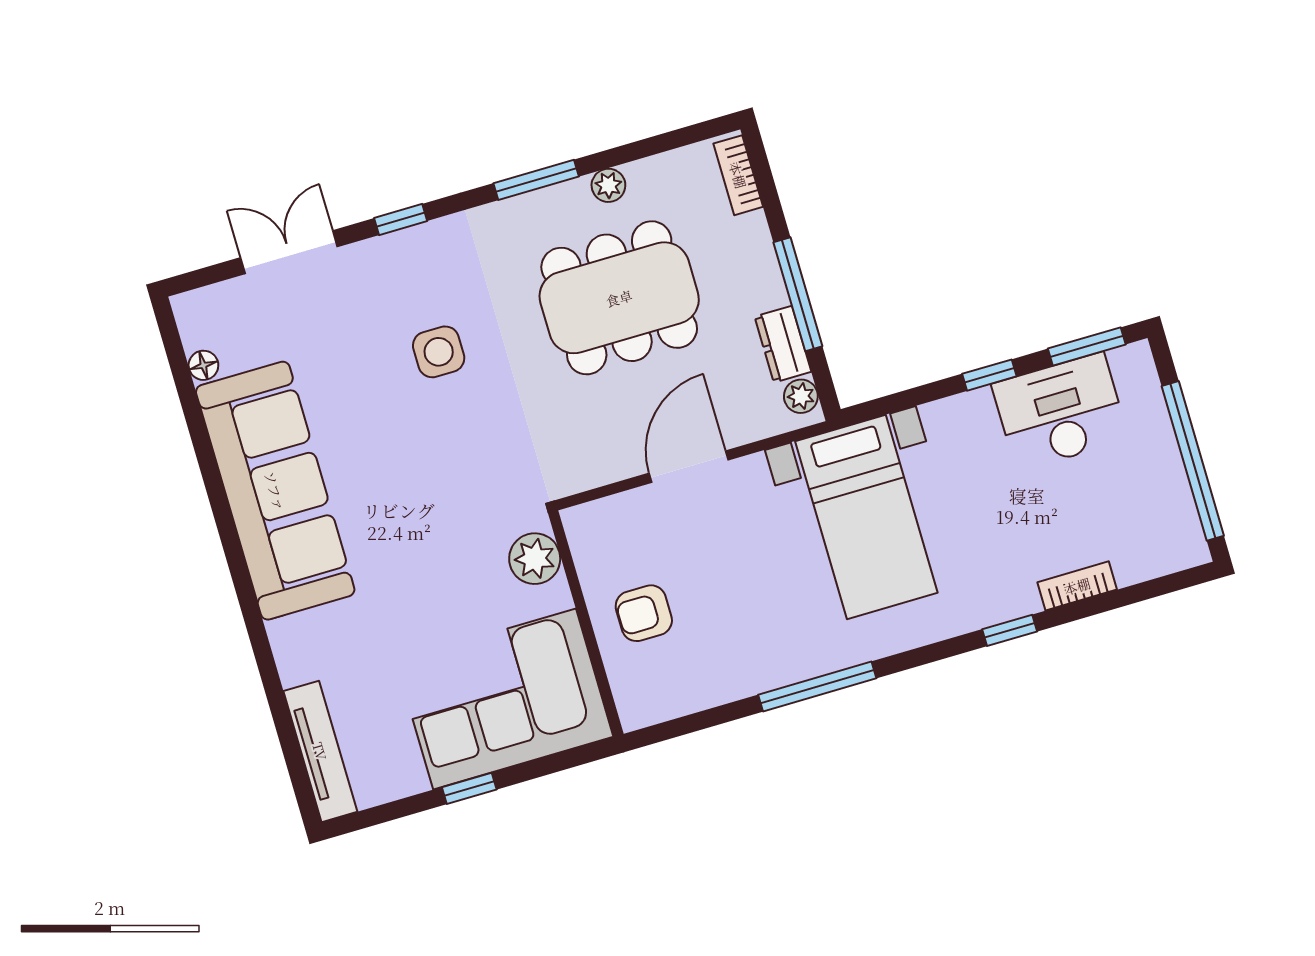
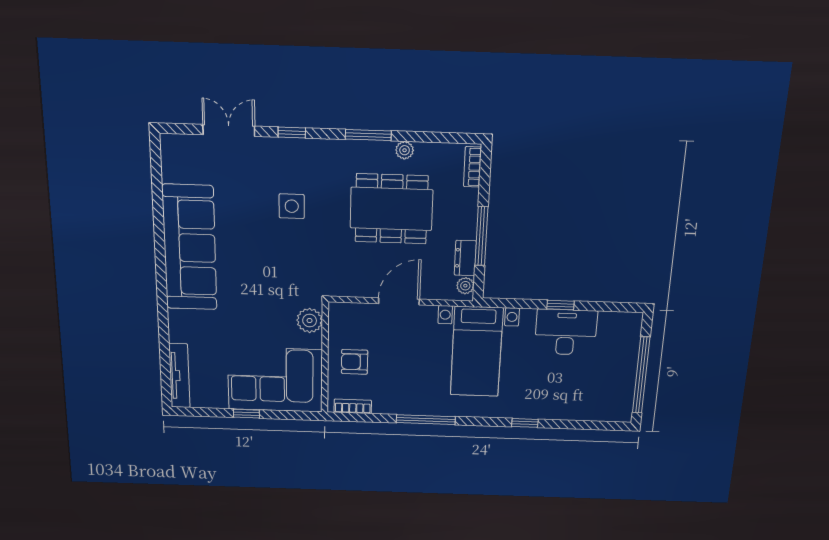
window: (1087, 347) -> (613, 307), removed
floor lamp: (203, 365) -> (169, 174), removed
desk: (1060, 412) -> (566, 332), moved
bookcase: (1077, 586) -> (353, 406), moved

